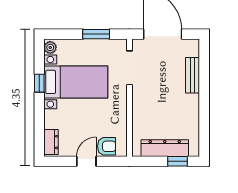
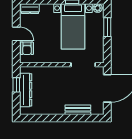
window: (96, 34) -> (107, 27), moved
window: (178, 161) -> (16, 85), moved

